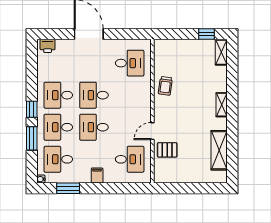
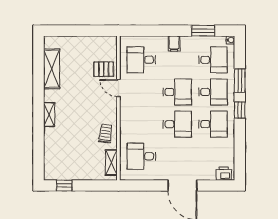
shelving: (221, 52) -> (111, 163), moved
door: (152, 131) -> (118, 88), swing flipped

